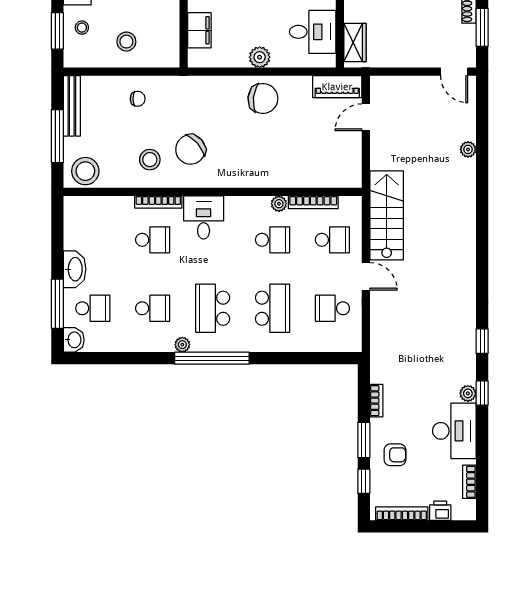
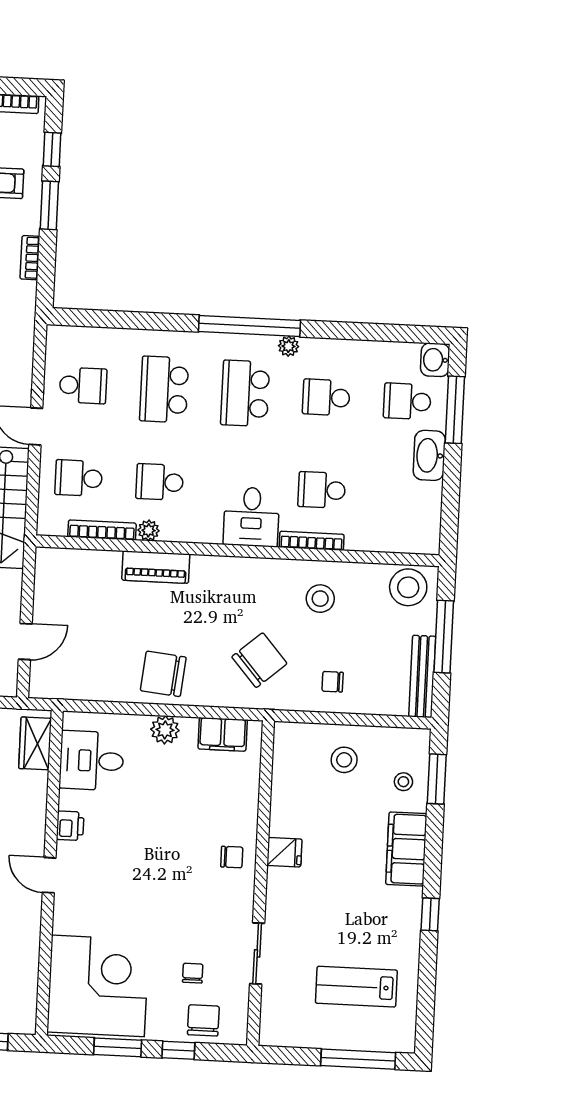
filing cabinet: (199, 30) -> (223, 734), moved, turned -90
piano: (337, 87) -> (156, 567), moved, turned 180
chair: (190, 149) -> (259, 660), moved
school desk: (213, 308) -> (245, 393), turned 180

